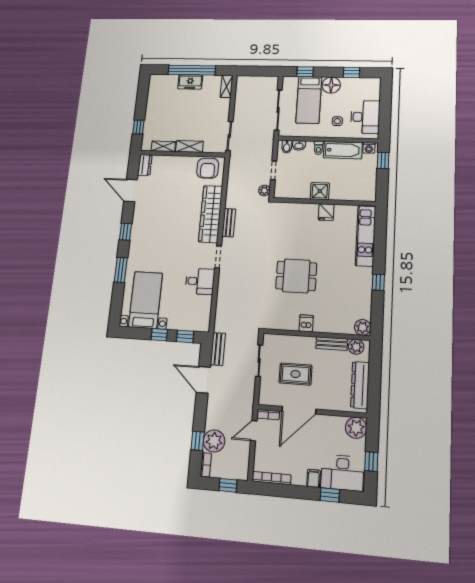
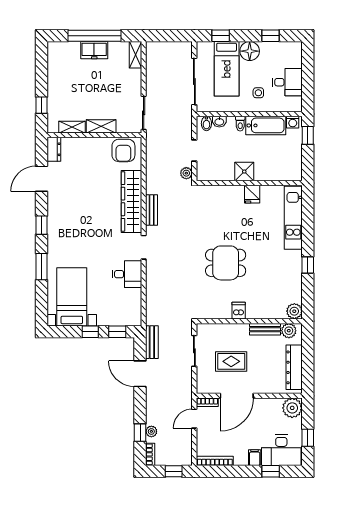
desk: (365, 117) -> (287, 82), width x0.73
door: (131, 190) -> (41, 179), hinge flipped
plant: (214, 441) -> (151, 431), width x0.53, depth x0.53

